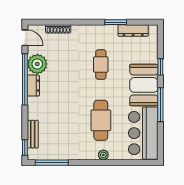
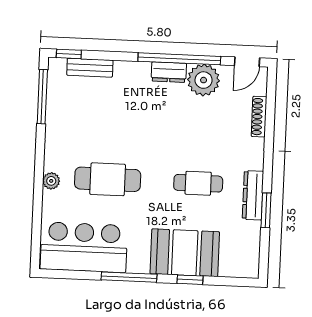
dresser: (133, 31) -> (253, 195), moved
booth: (144, 85) -> (185, 253), moved

